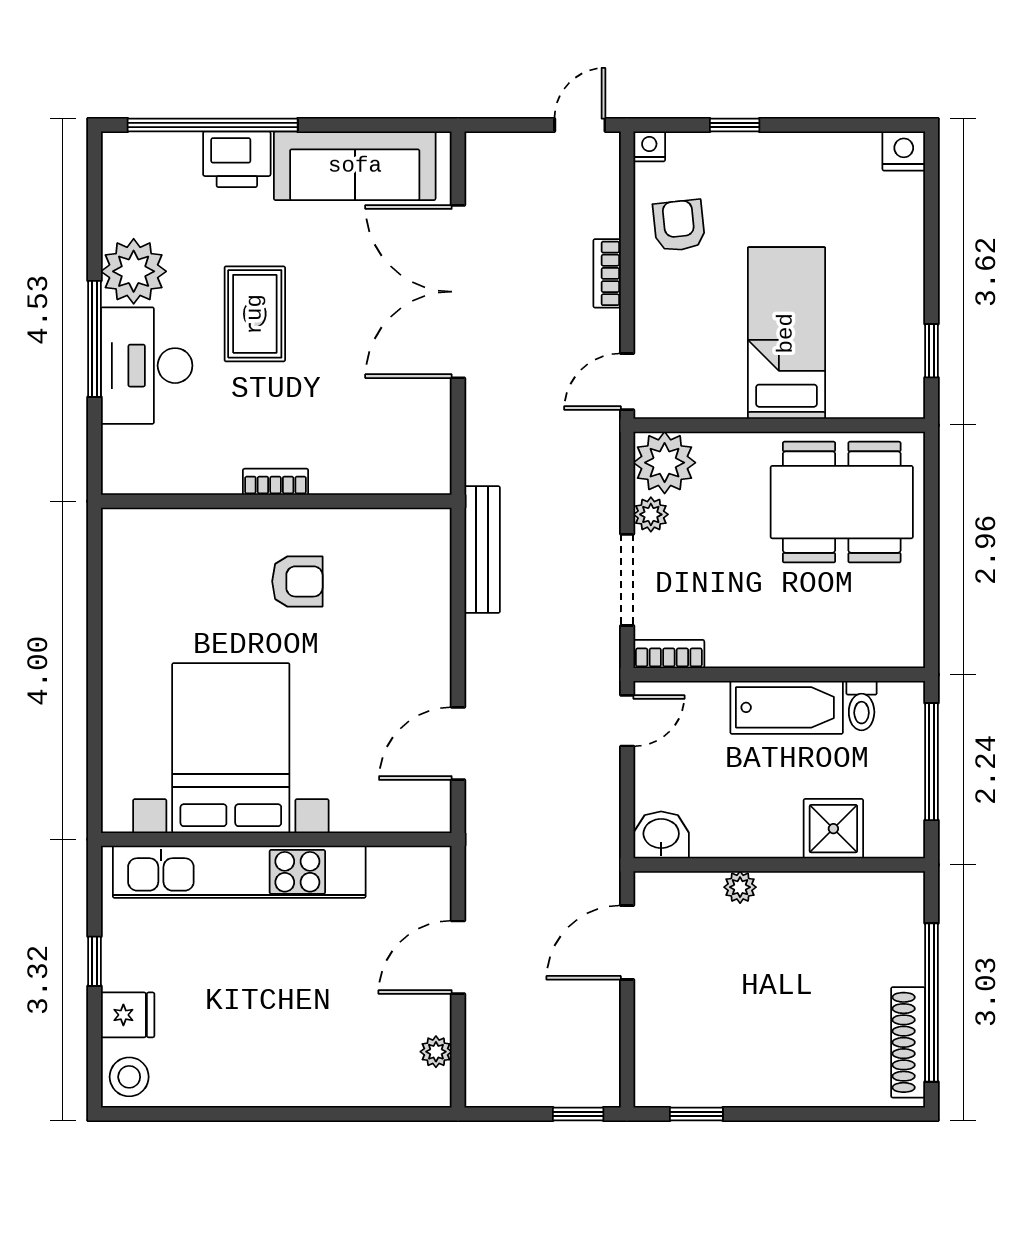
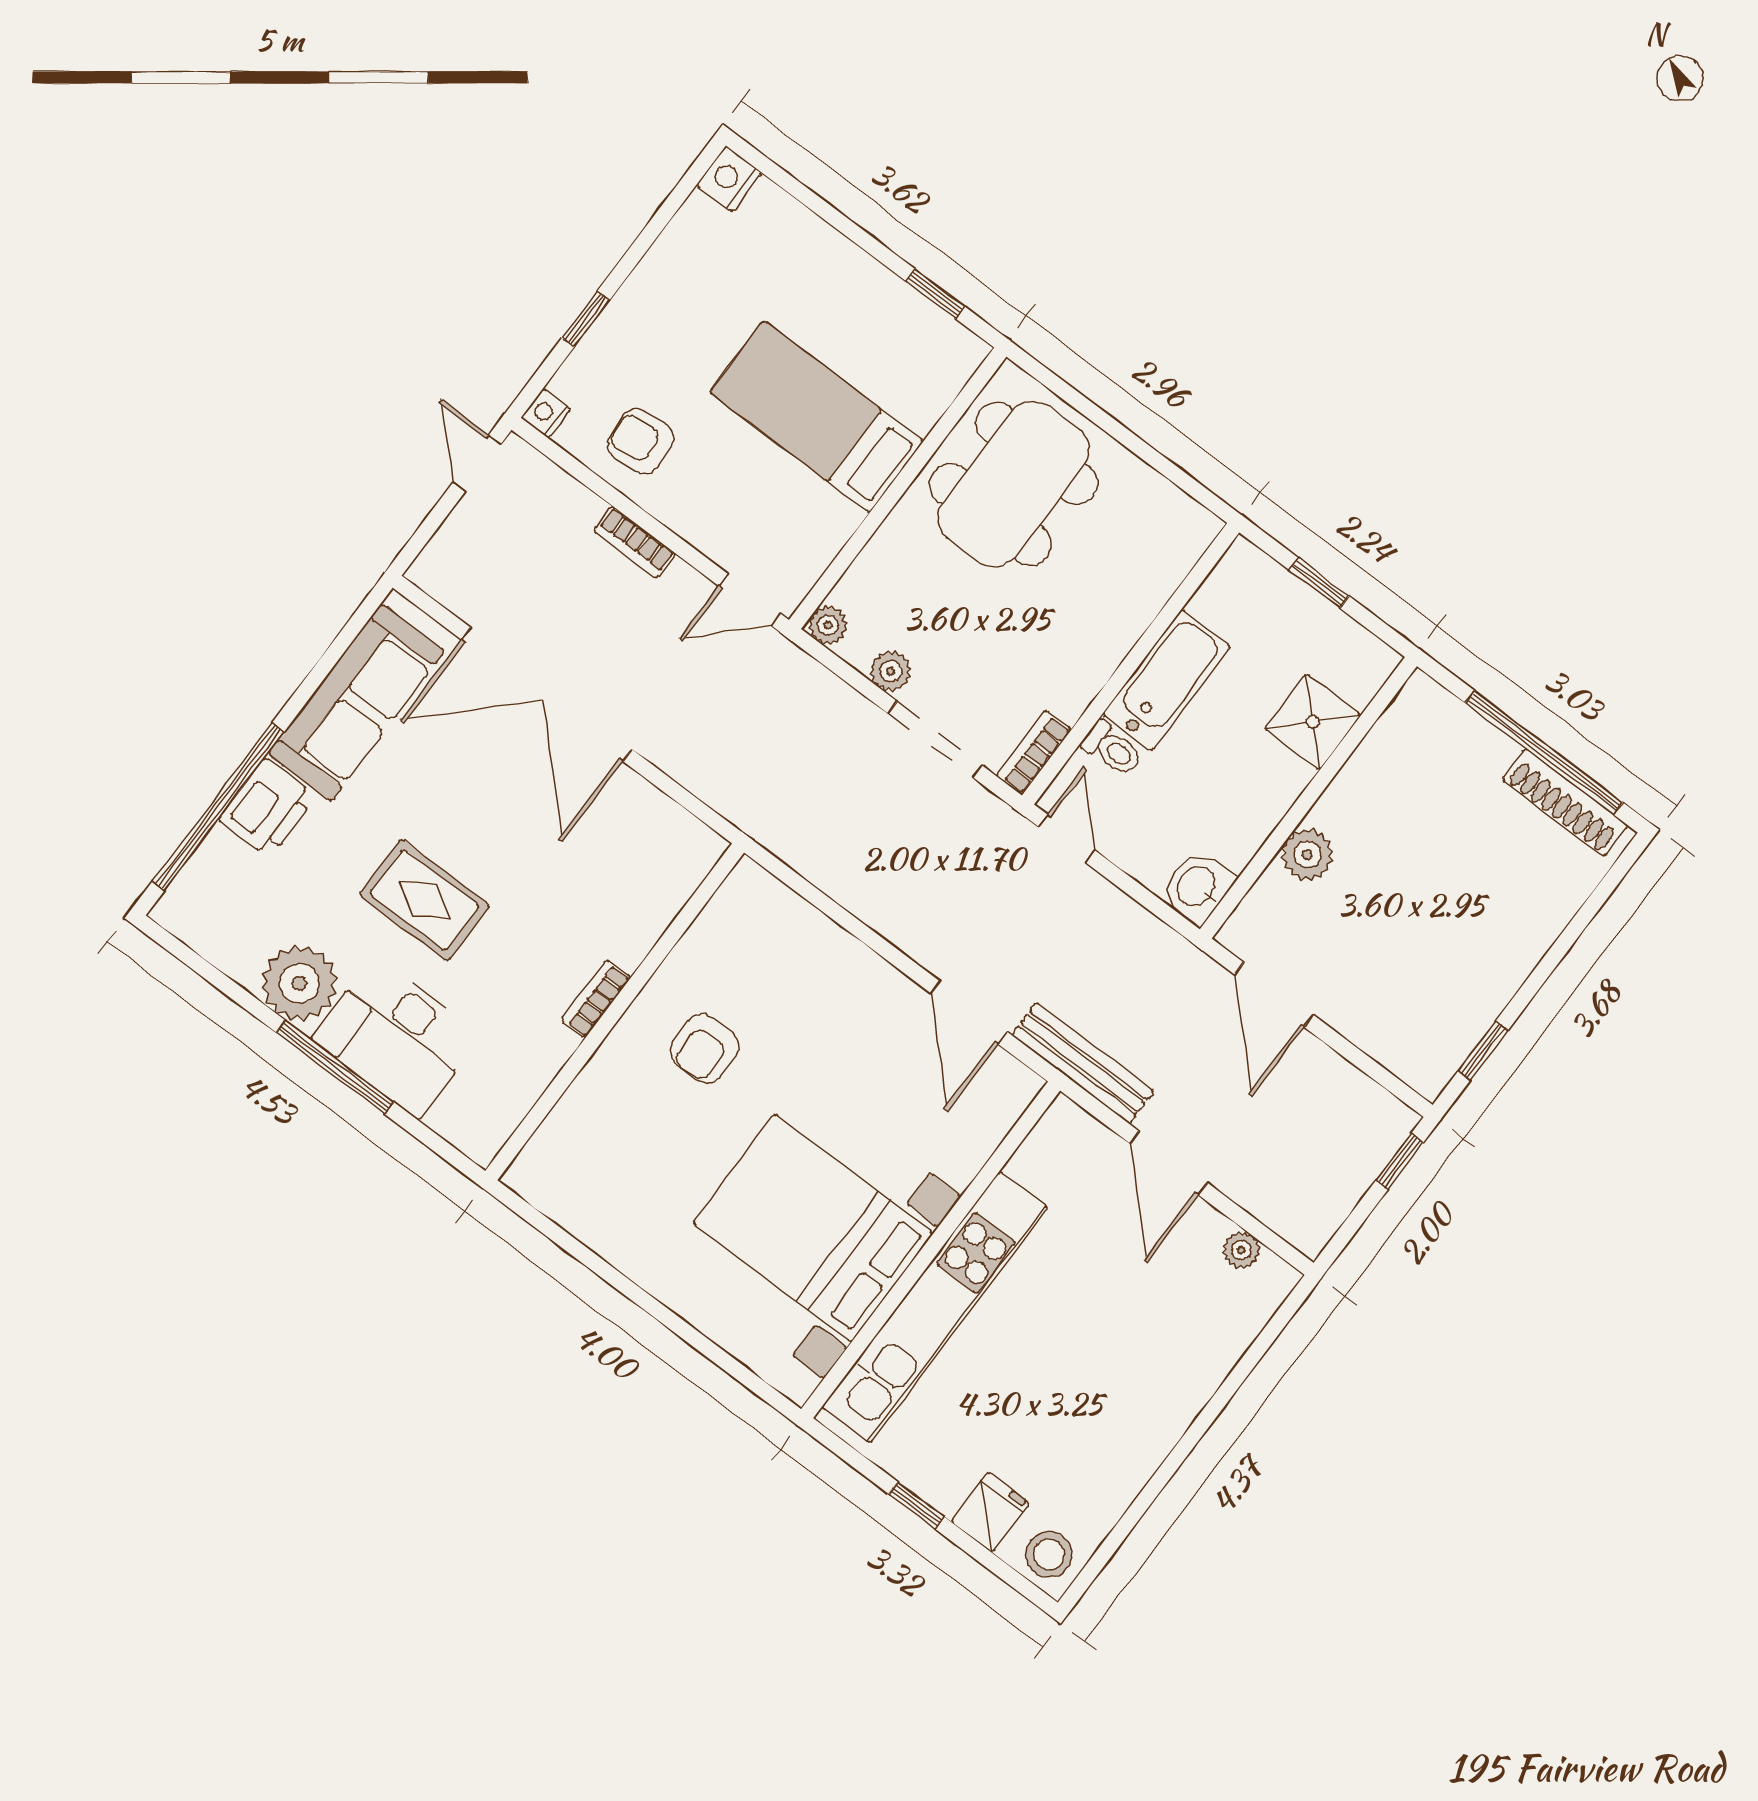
door: (627, 382) -> (750, 600), hinge flipped
plant: (665, 463) -> (828, 625), width x0.53, depth x0.53
bench: (482, 550) -> (1083, 1063), moved
armchair: (297, 581) -> (704, 1049), turned 180
toilet: (862, 706) -> (1112, 749), moved
window: (931, 762) -> (1319, 583), width x0.46
plant: (740, 887) -> (1307, 854), width x1.38, depth x1.38

